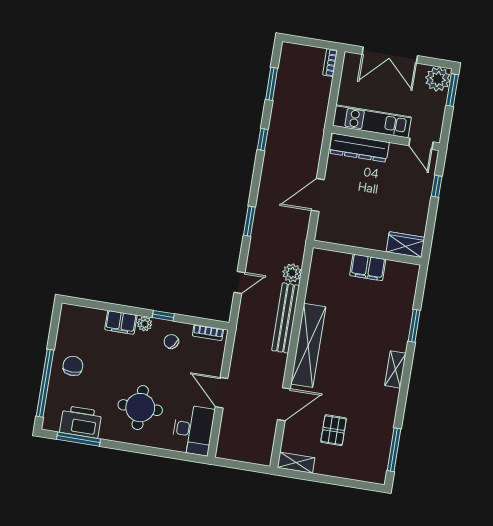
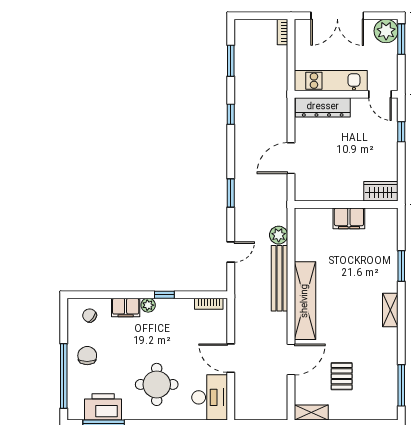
chair: (171, 342) -> (90, 315), moved

